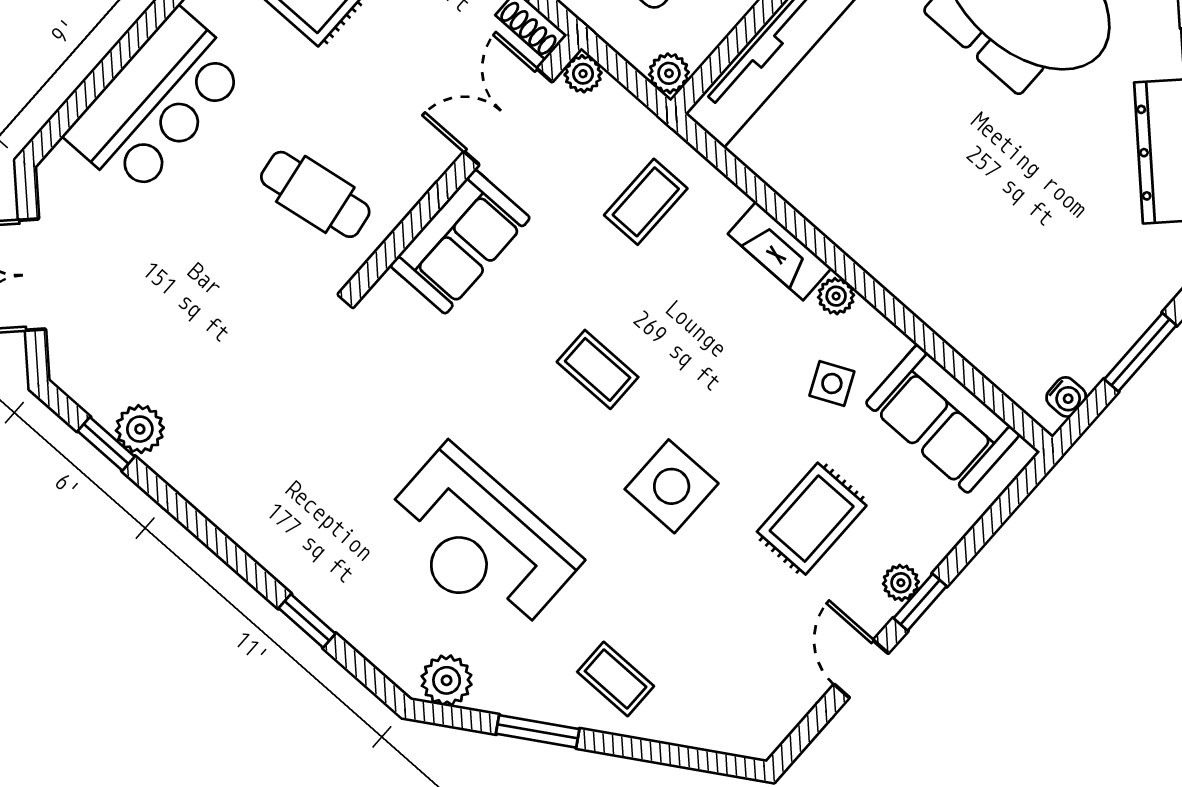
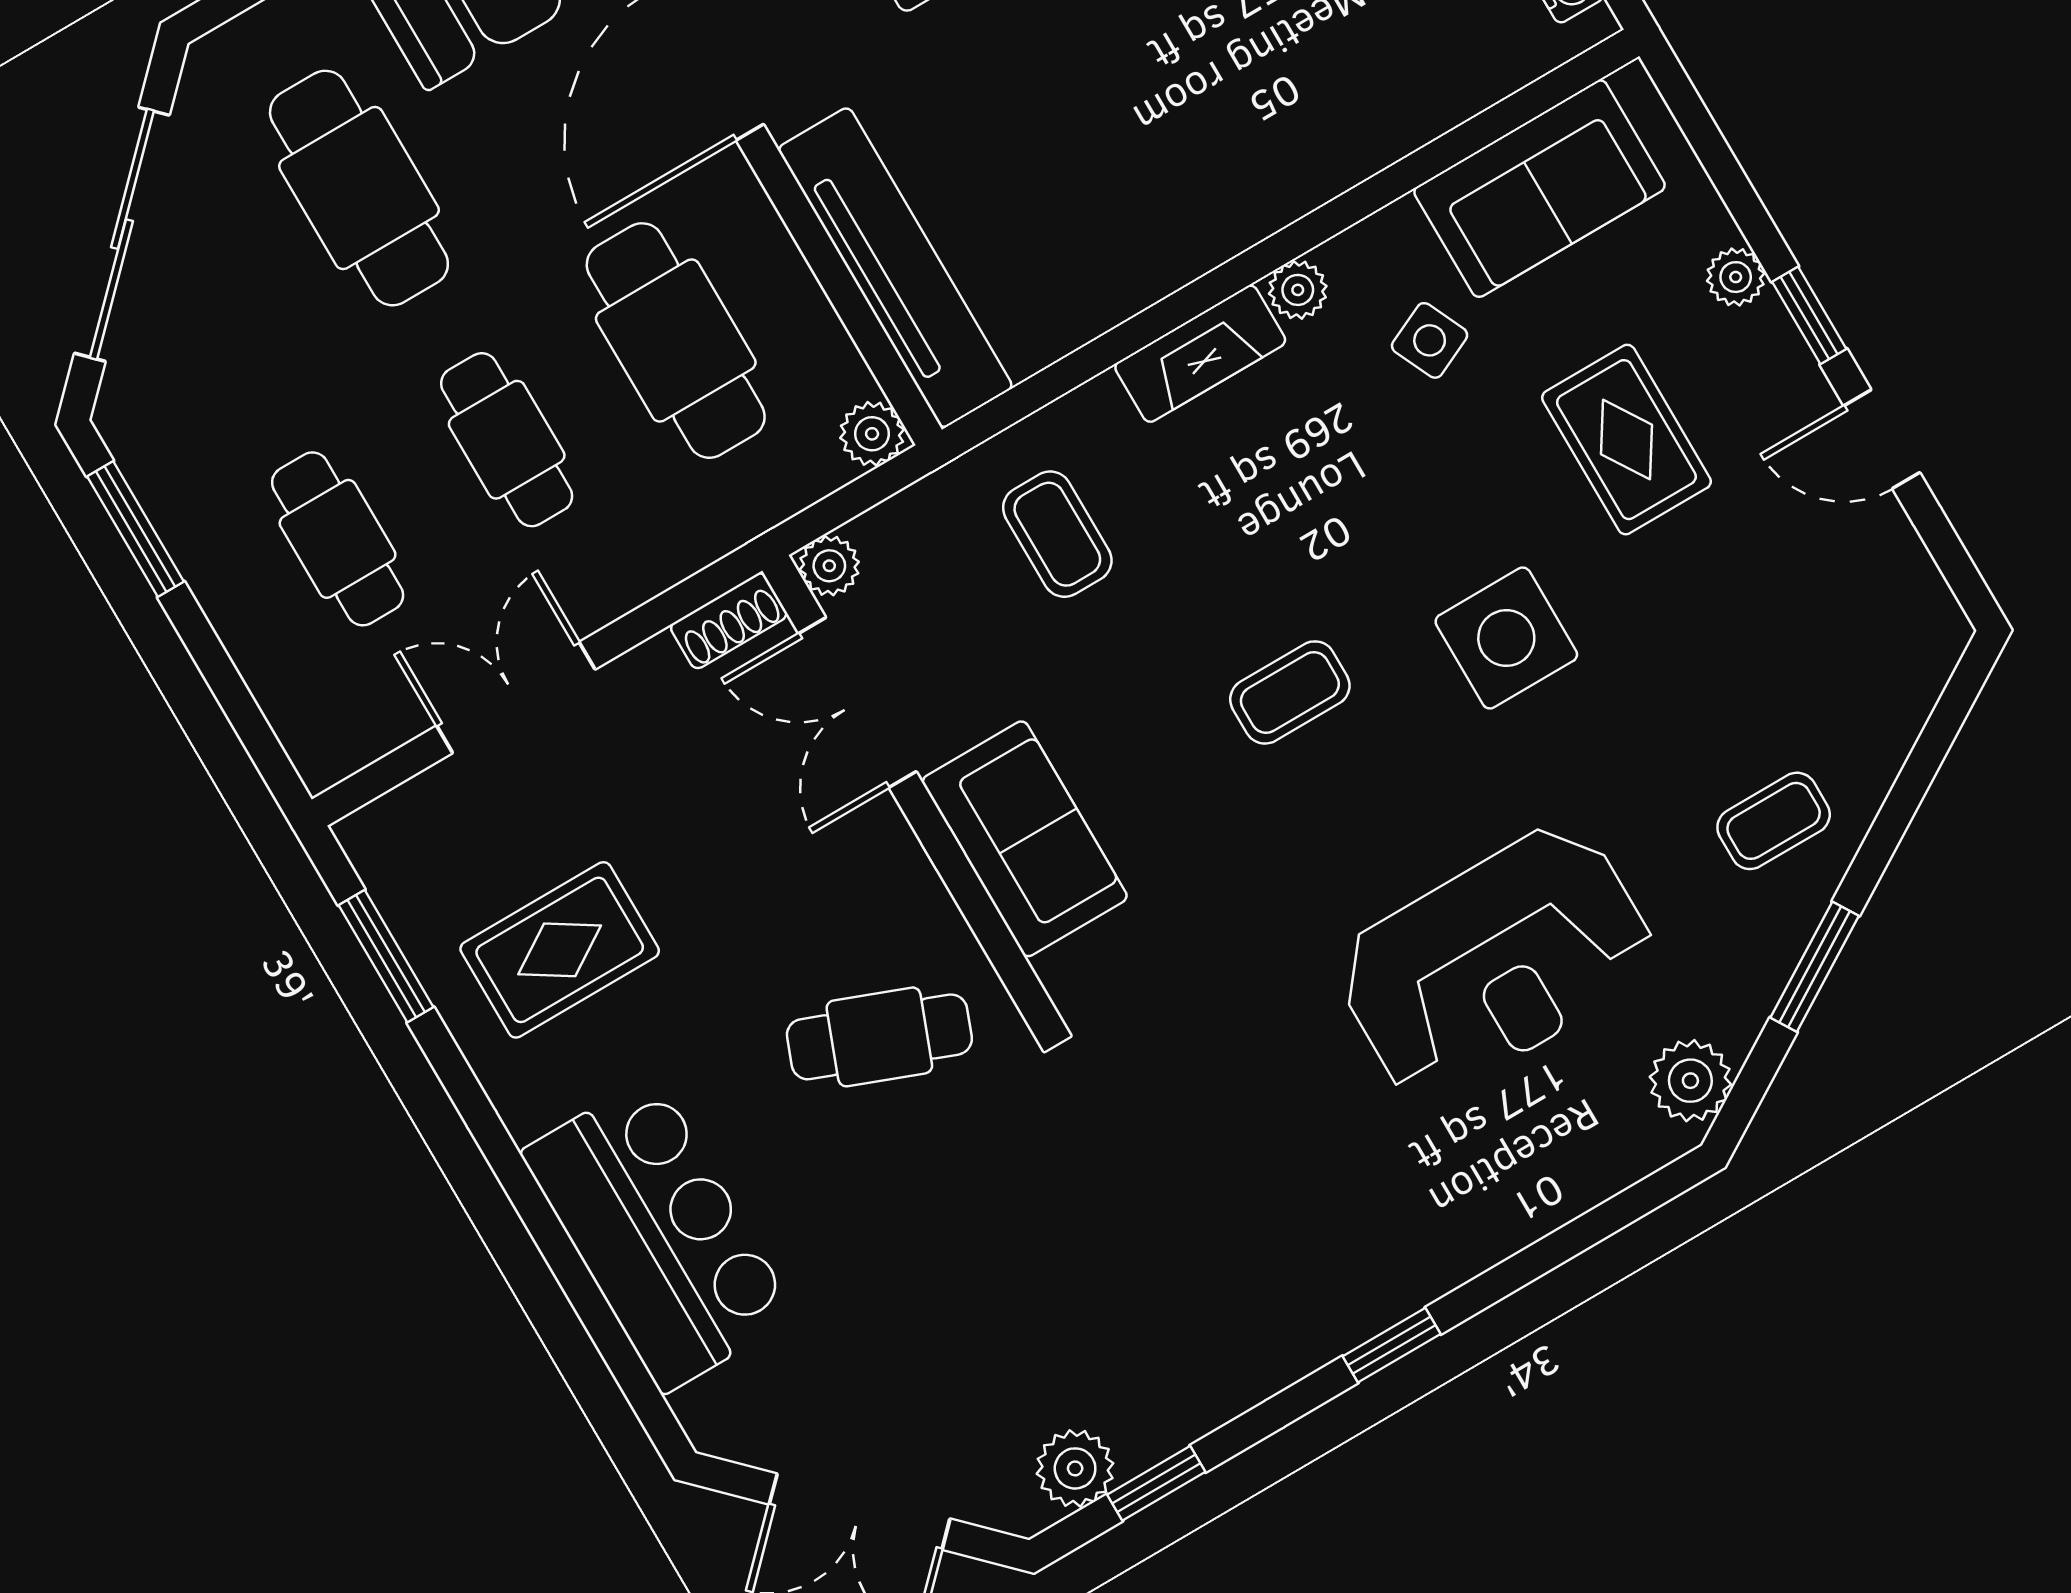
cafe table: (315, 194) -> (879, 1037), turned 30
plant: (140, 429) -> (1075, 1468), moved
plant: (901, 583) -> (1736, 277), moved
window: (307, 621) -> (1392, 1345), moved

